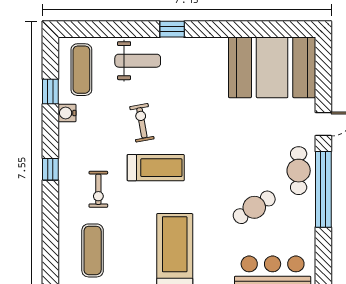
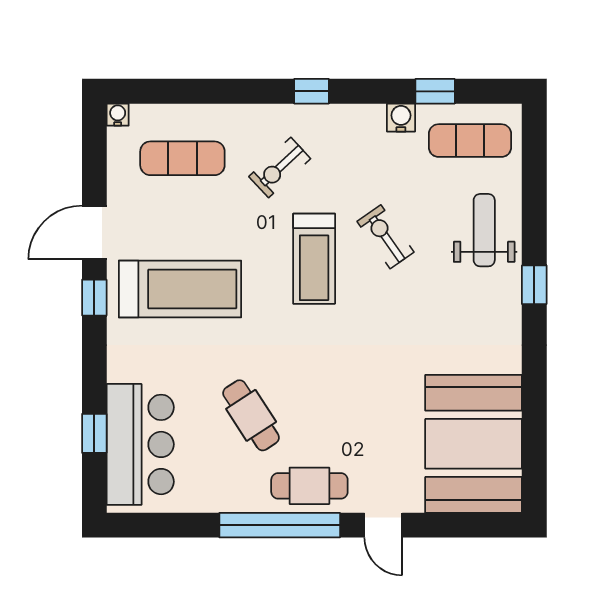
weight bench: (138, 61) -> (484, 230), turned 180
exercise bike: (142, 123) -> (385, 237), turned -115
exercise bike: (98, 189) -> (280, 168), turned -43

